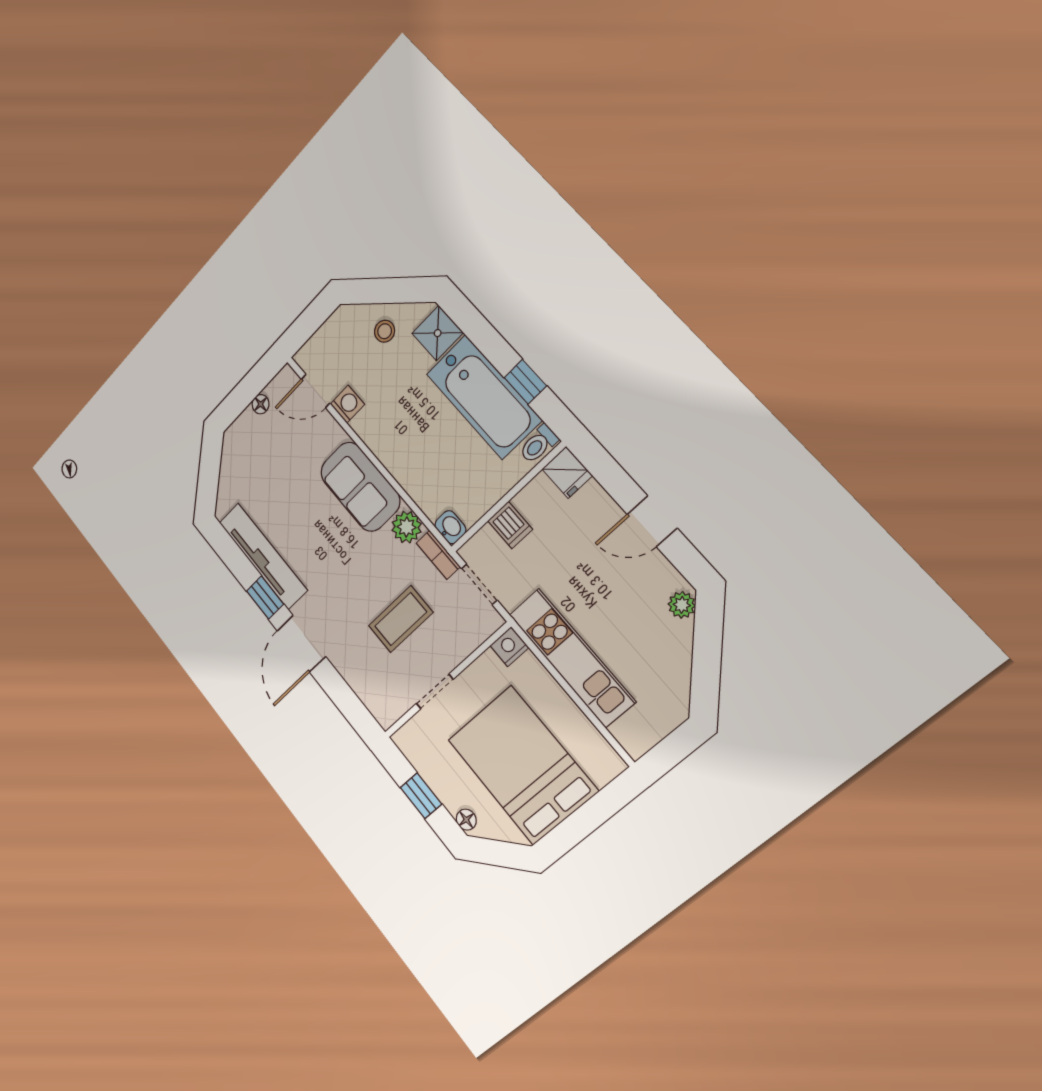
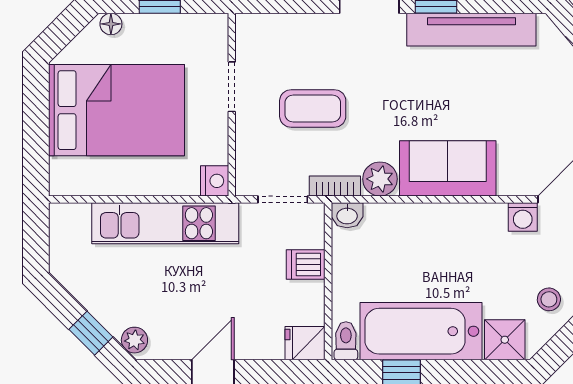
coffee table: (401, 619) -> (313, 108), turned 90
window: (707, 644) -> (91, 333), added

